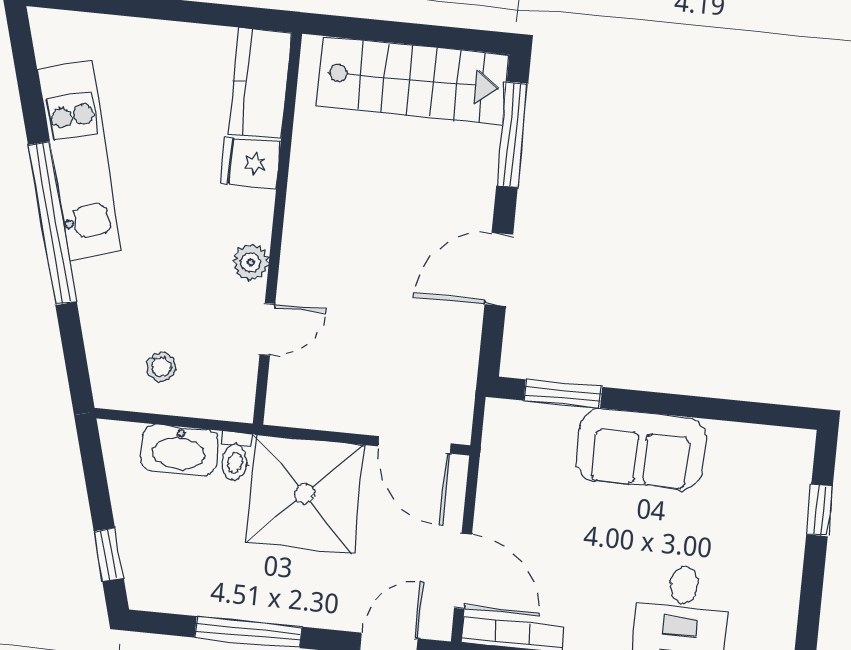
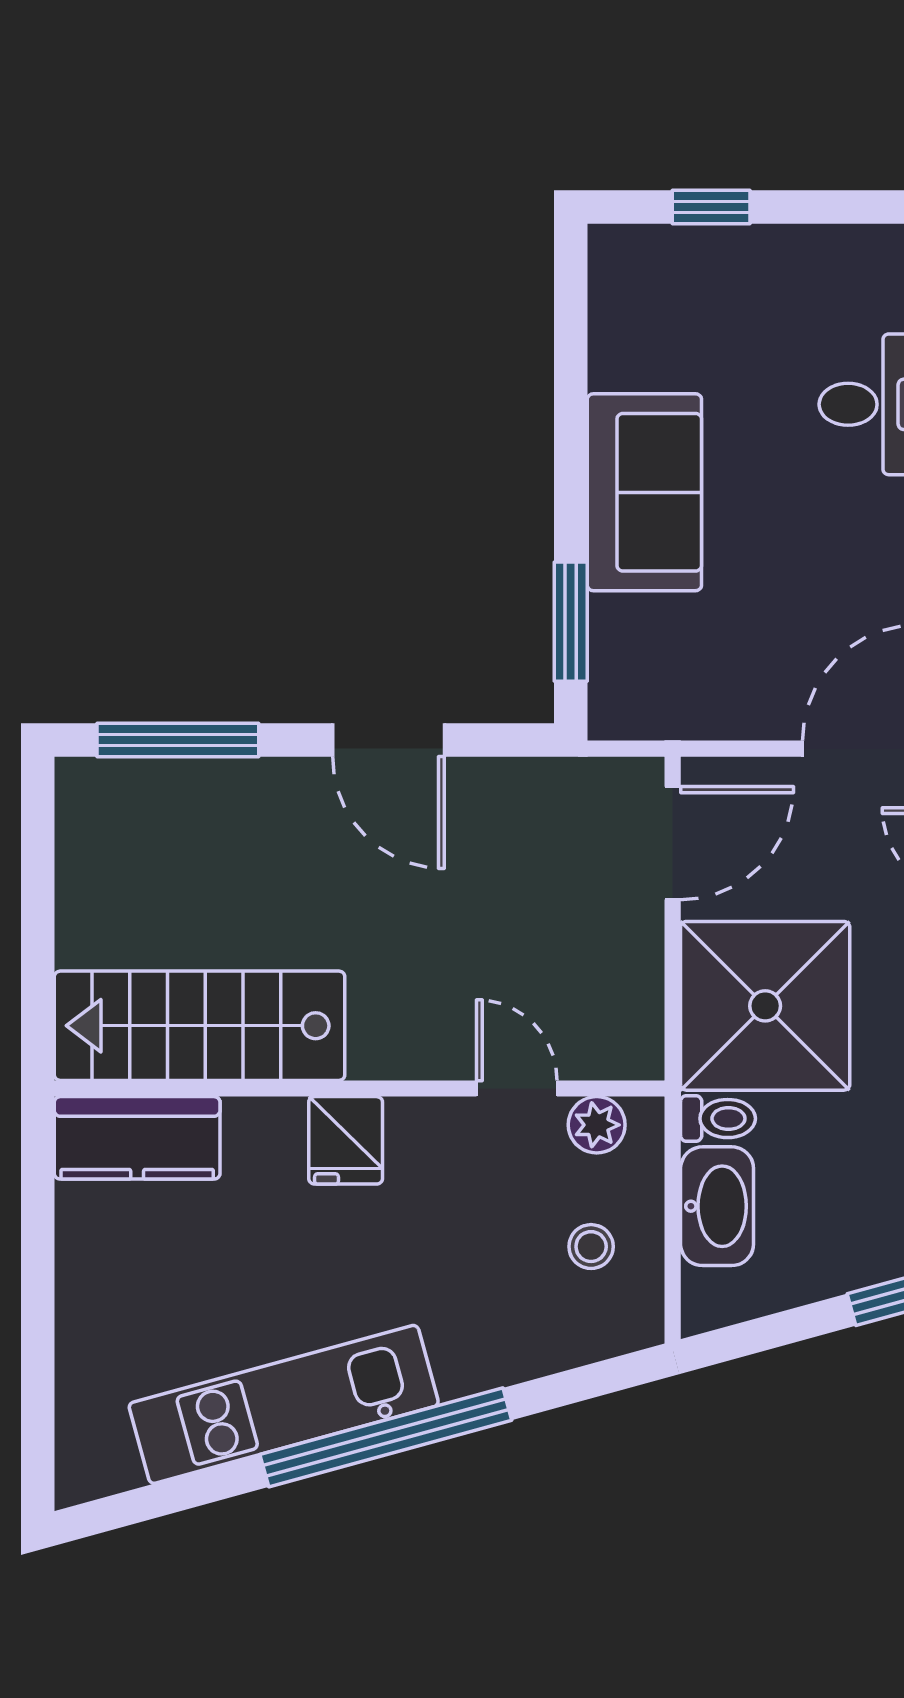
stairs: (413, 80) -> (200, 1026), moved, turned -90
fridge: (250, 163) -> (346, 1140), moved
plant: (251, 262) -> (597, 1125), moved

